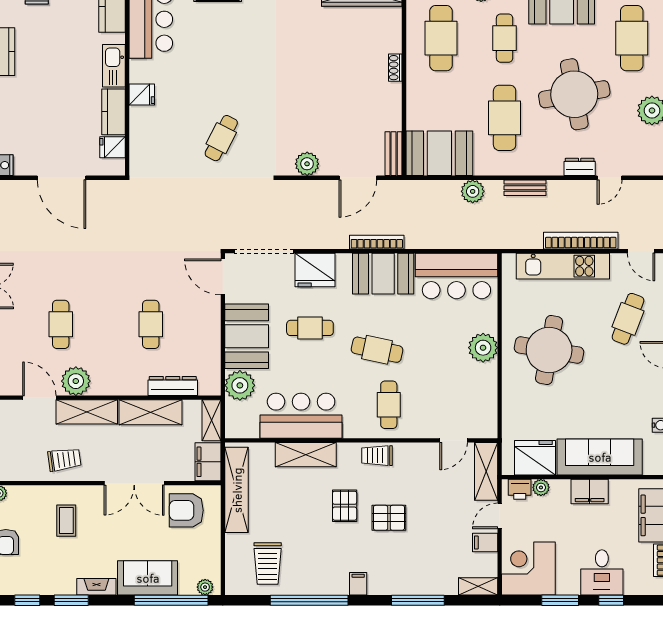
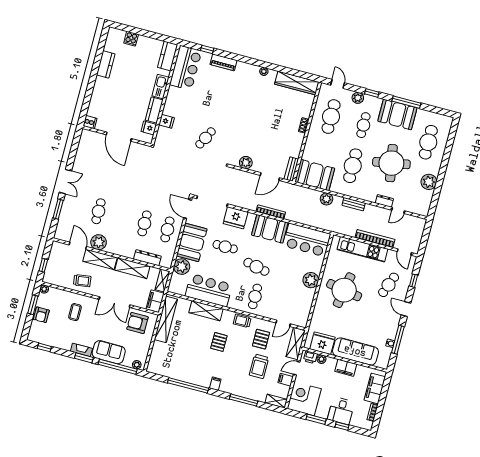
fridge: (142, 95) -> (167, 121), moved
cafe table: (196, 324) -> (167, 229), added
pallet: (389, 518) -> (261, 339), moved, turned 90
trolley: (268, 563) -> (259, 366), moved
window: (71, 600) -> (84, 358), moved

